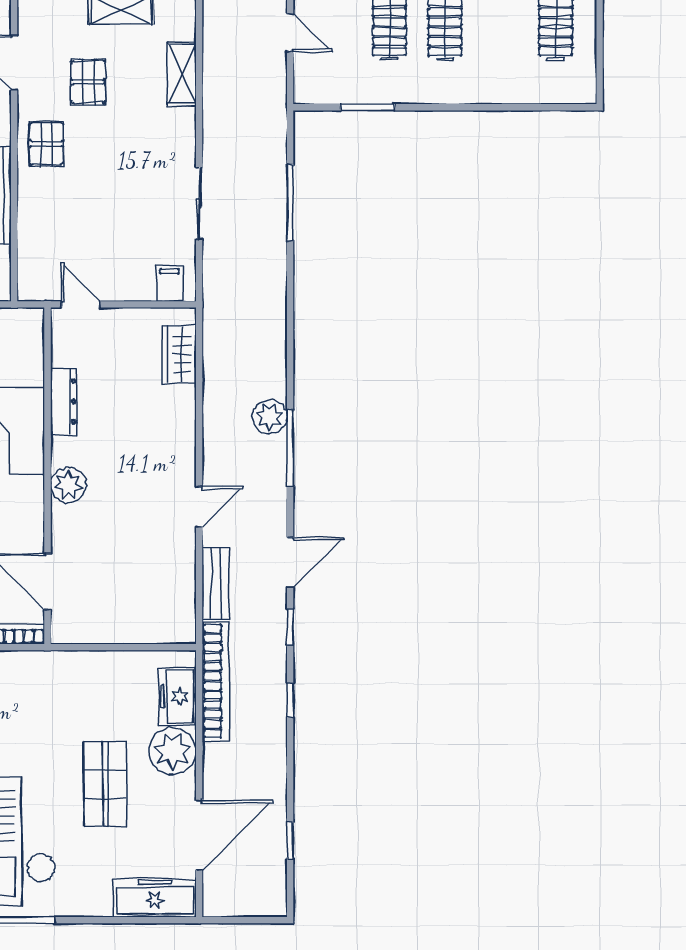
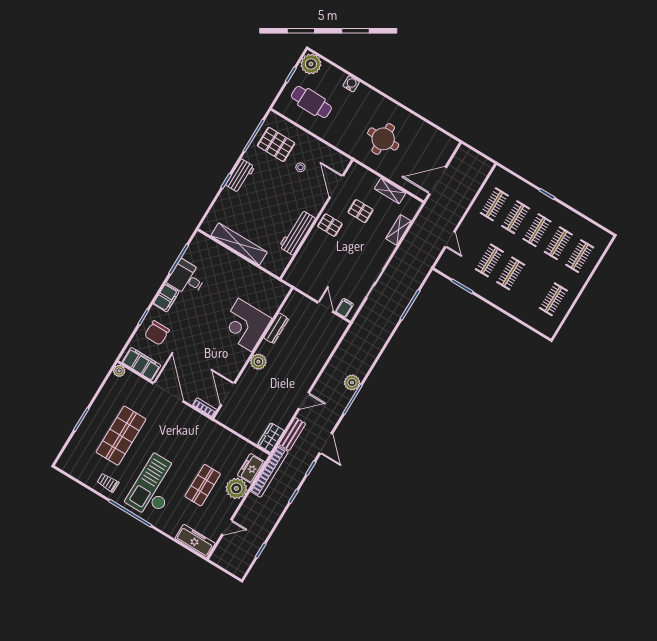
pallet: (88, 82) -> (360, 211), turned 90
pallet: (46, 144) -> (330, 225), turned 90
door: (81, 304) -> (325, 307), moved
wardrobe: (179, 354) -> (271, 438), moved
door: (290, 563) -> (326, 443), hinge flipped
door: (199, 835) -> (227, 527), width x0.53

